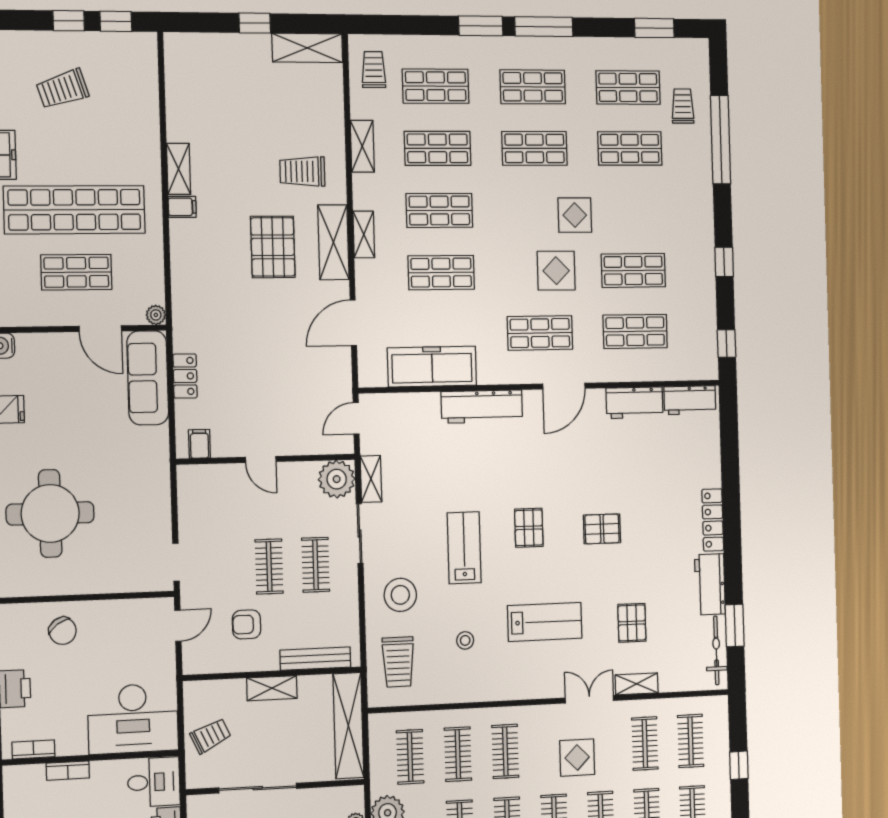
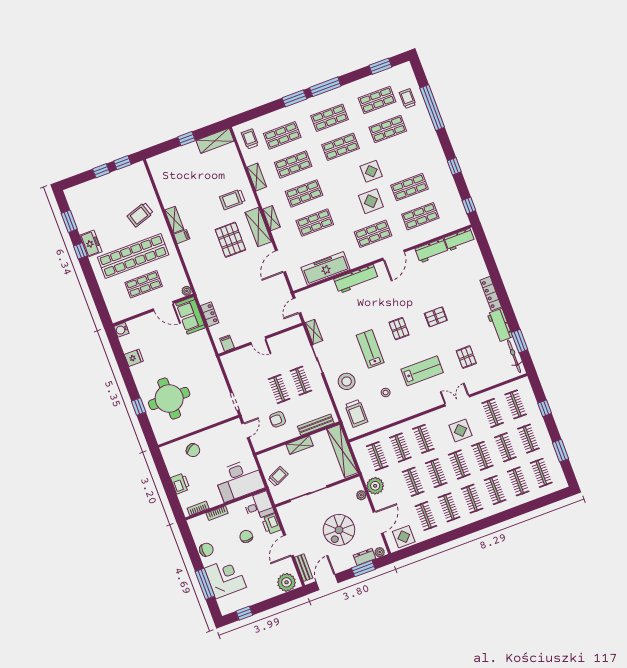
trolley: (62, 89) -> (140, 215), moved
sofa: (148, 378) -> (191, 315), width x0.73
plant: (337, 479) -> (297, 337), removed
shelving: (637, 684) -> (479, 386), removed

